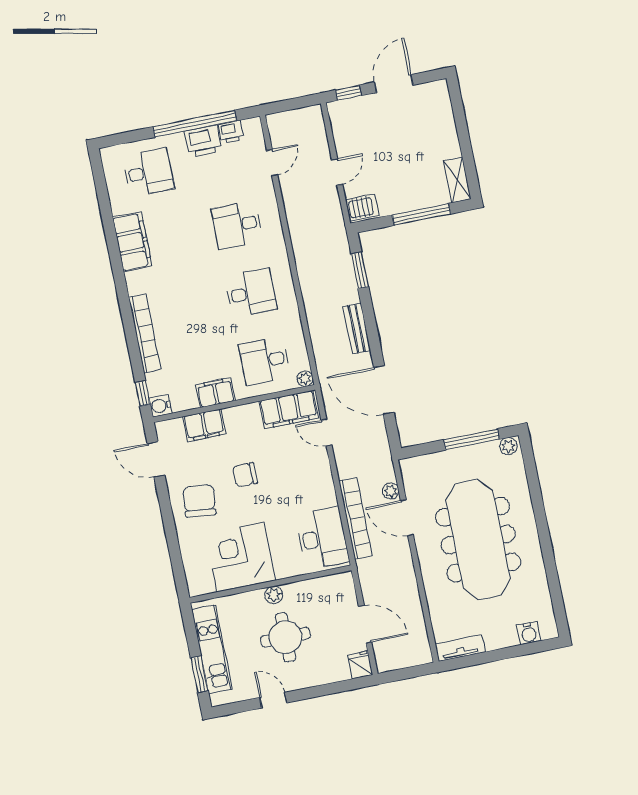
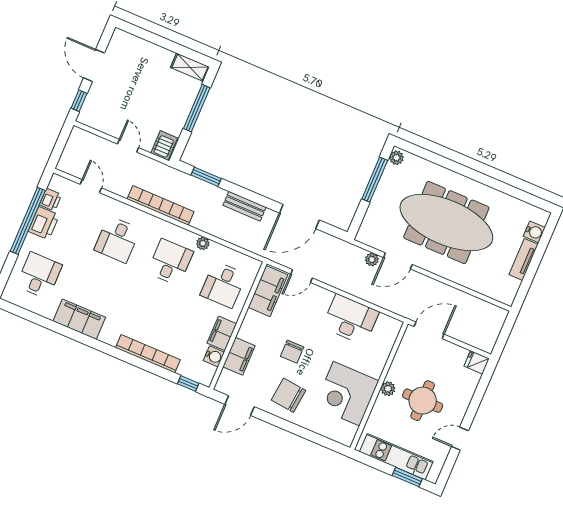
plant: (305, 379) -> (203, 243), moved
water cooler: (161, 406) -> (214, 356), moved, turned -90
bookcase: (356, 518) -> (161, 205), moved
desk: (322, 538) -> (351, 319), moved
door: (365, 624) -> (429, 330), moved
tv unit: (460, 648) -> (523, 259), moved

